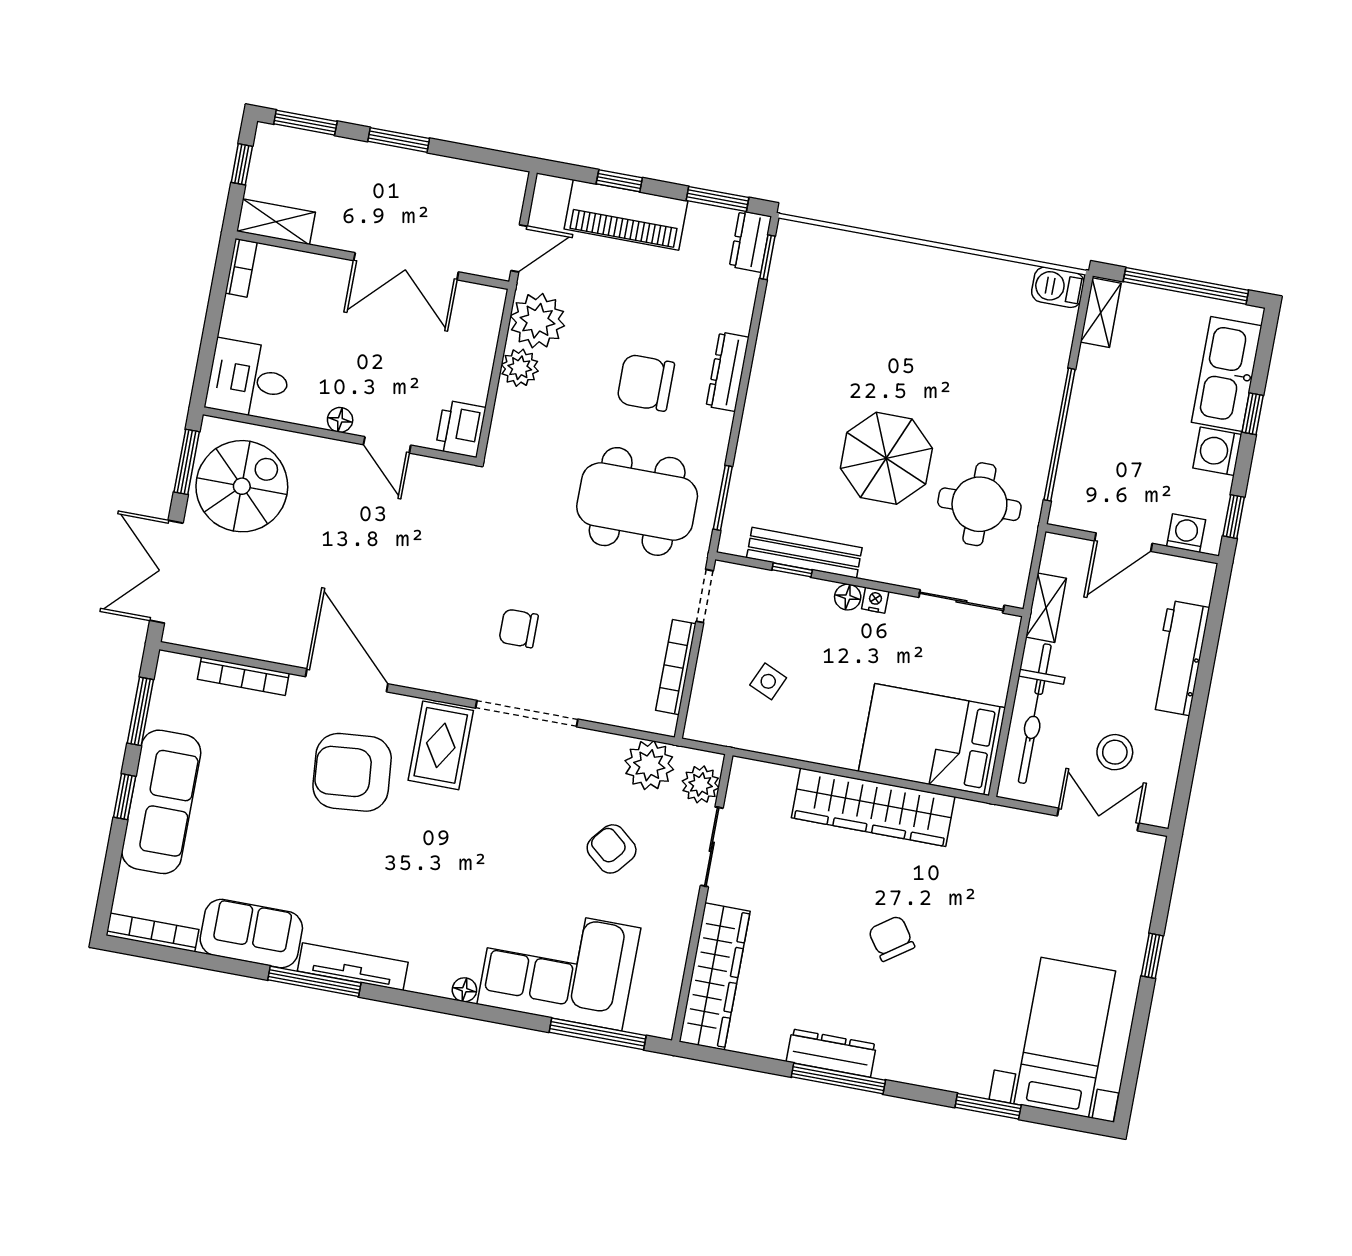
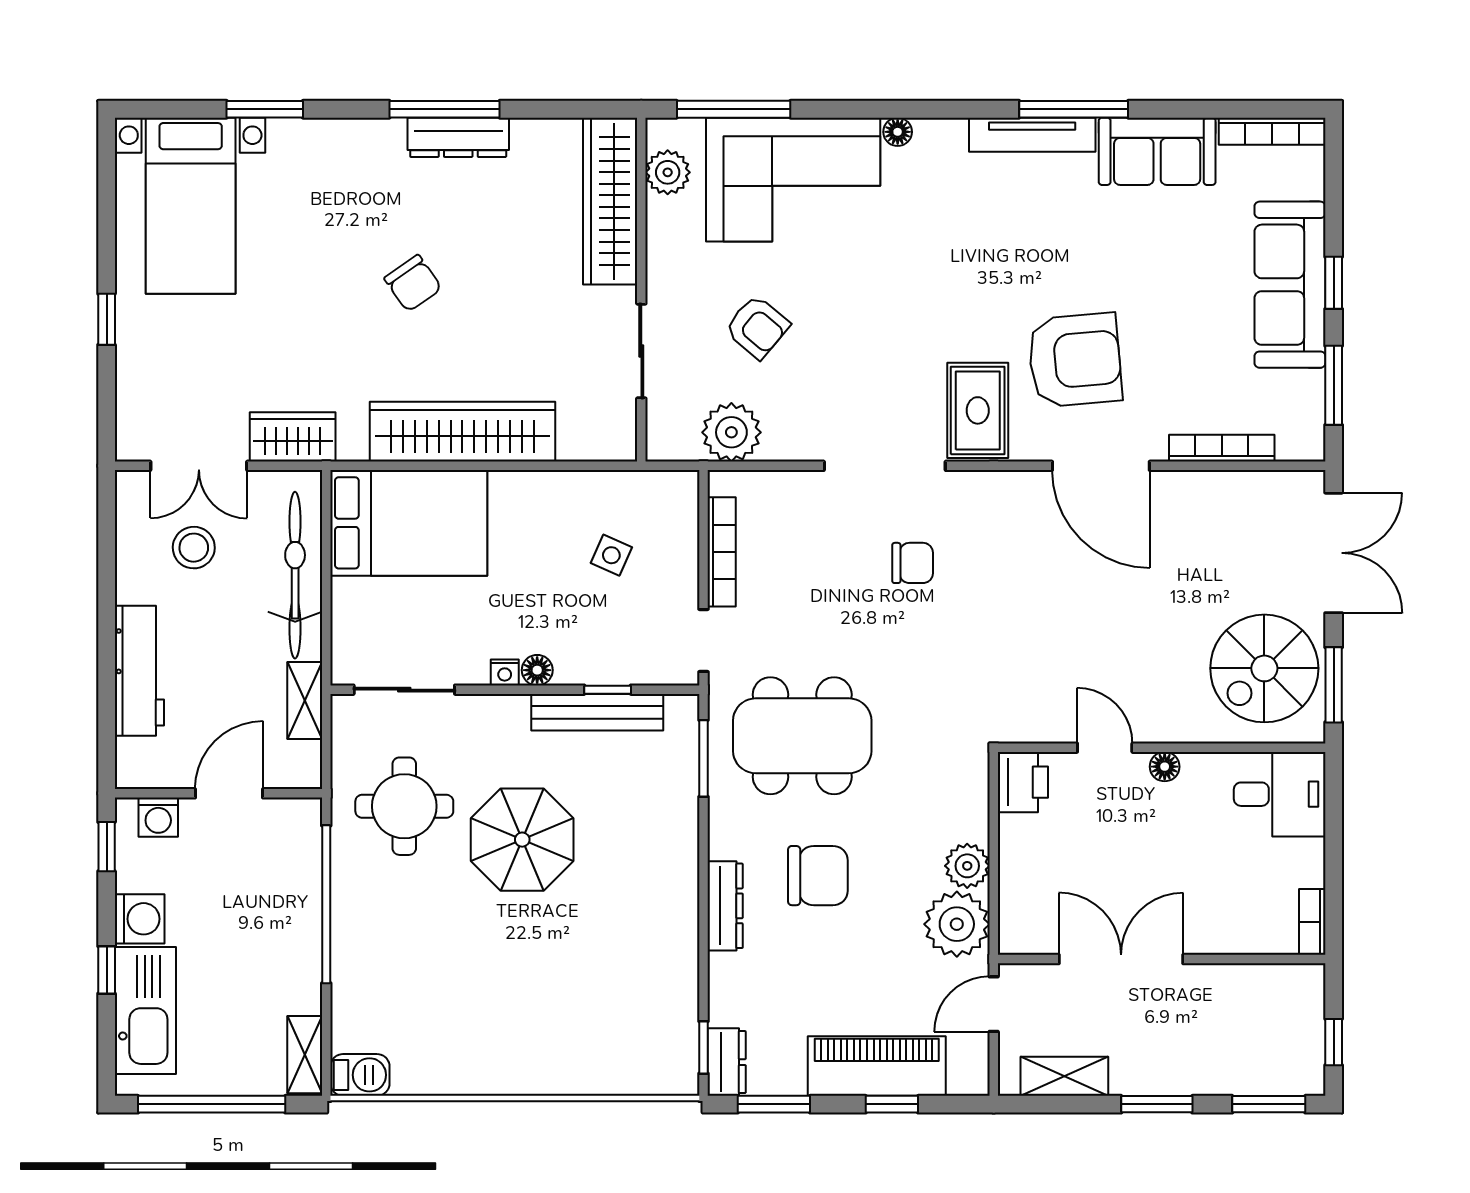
shelving: (276, 222) -> (1064, 1076), moved
plant: (701, 784) -> (668, 172), moved
wardrobe: (1015, 829) -> (293, 437), added

